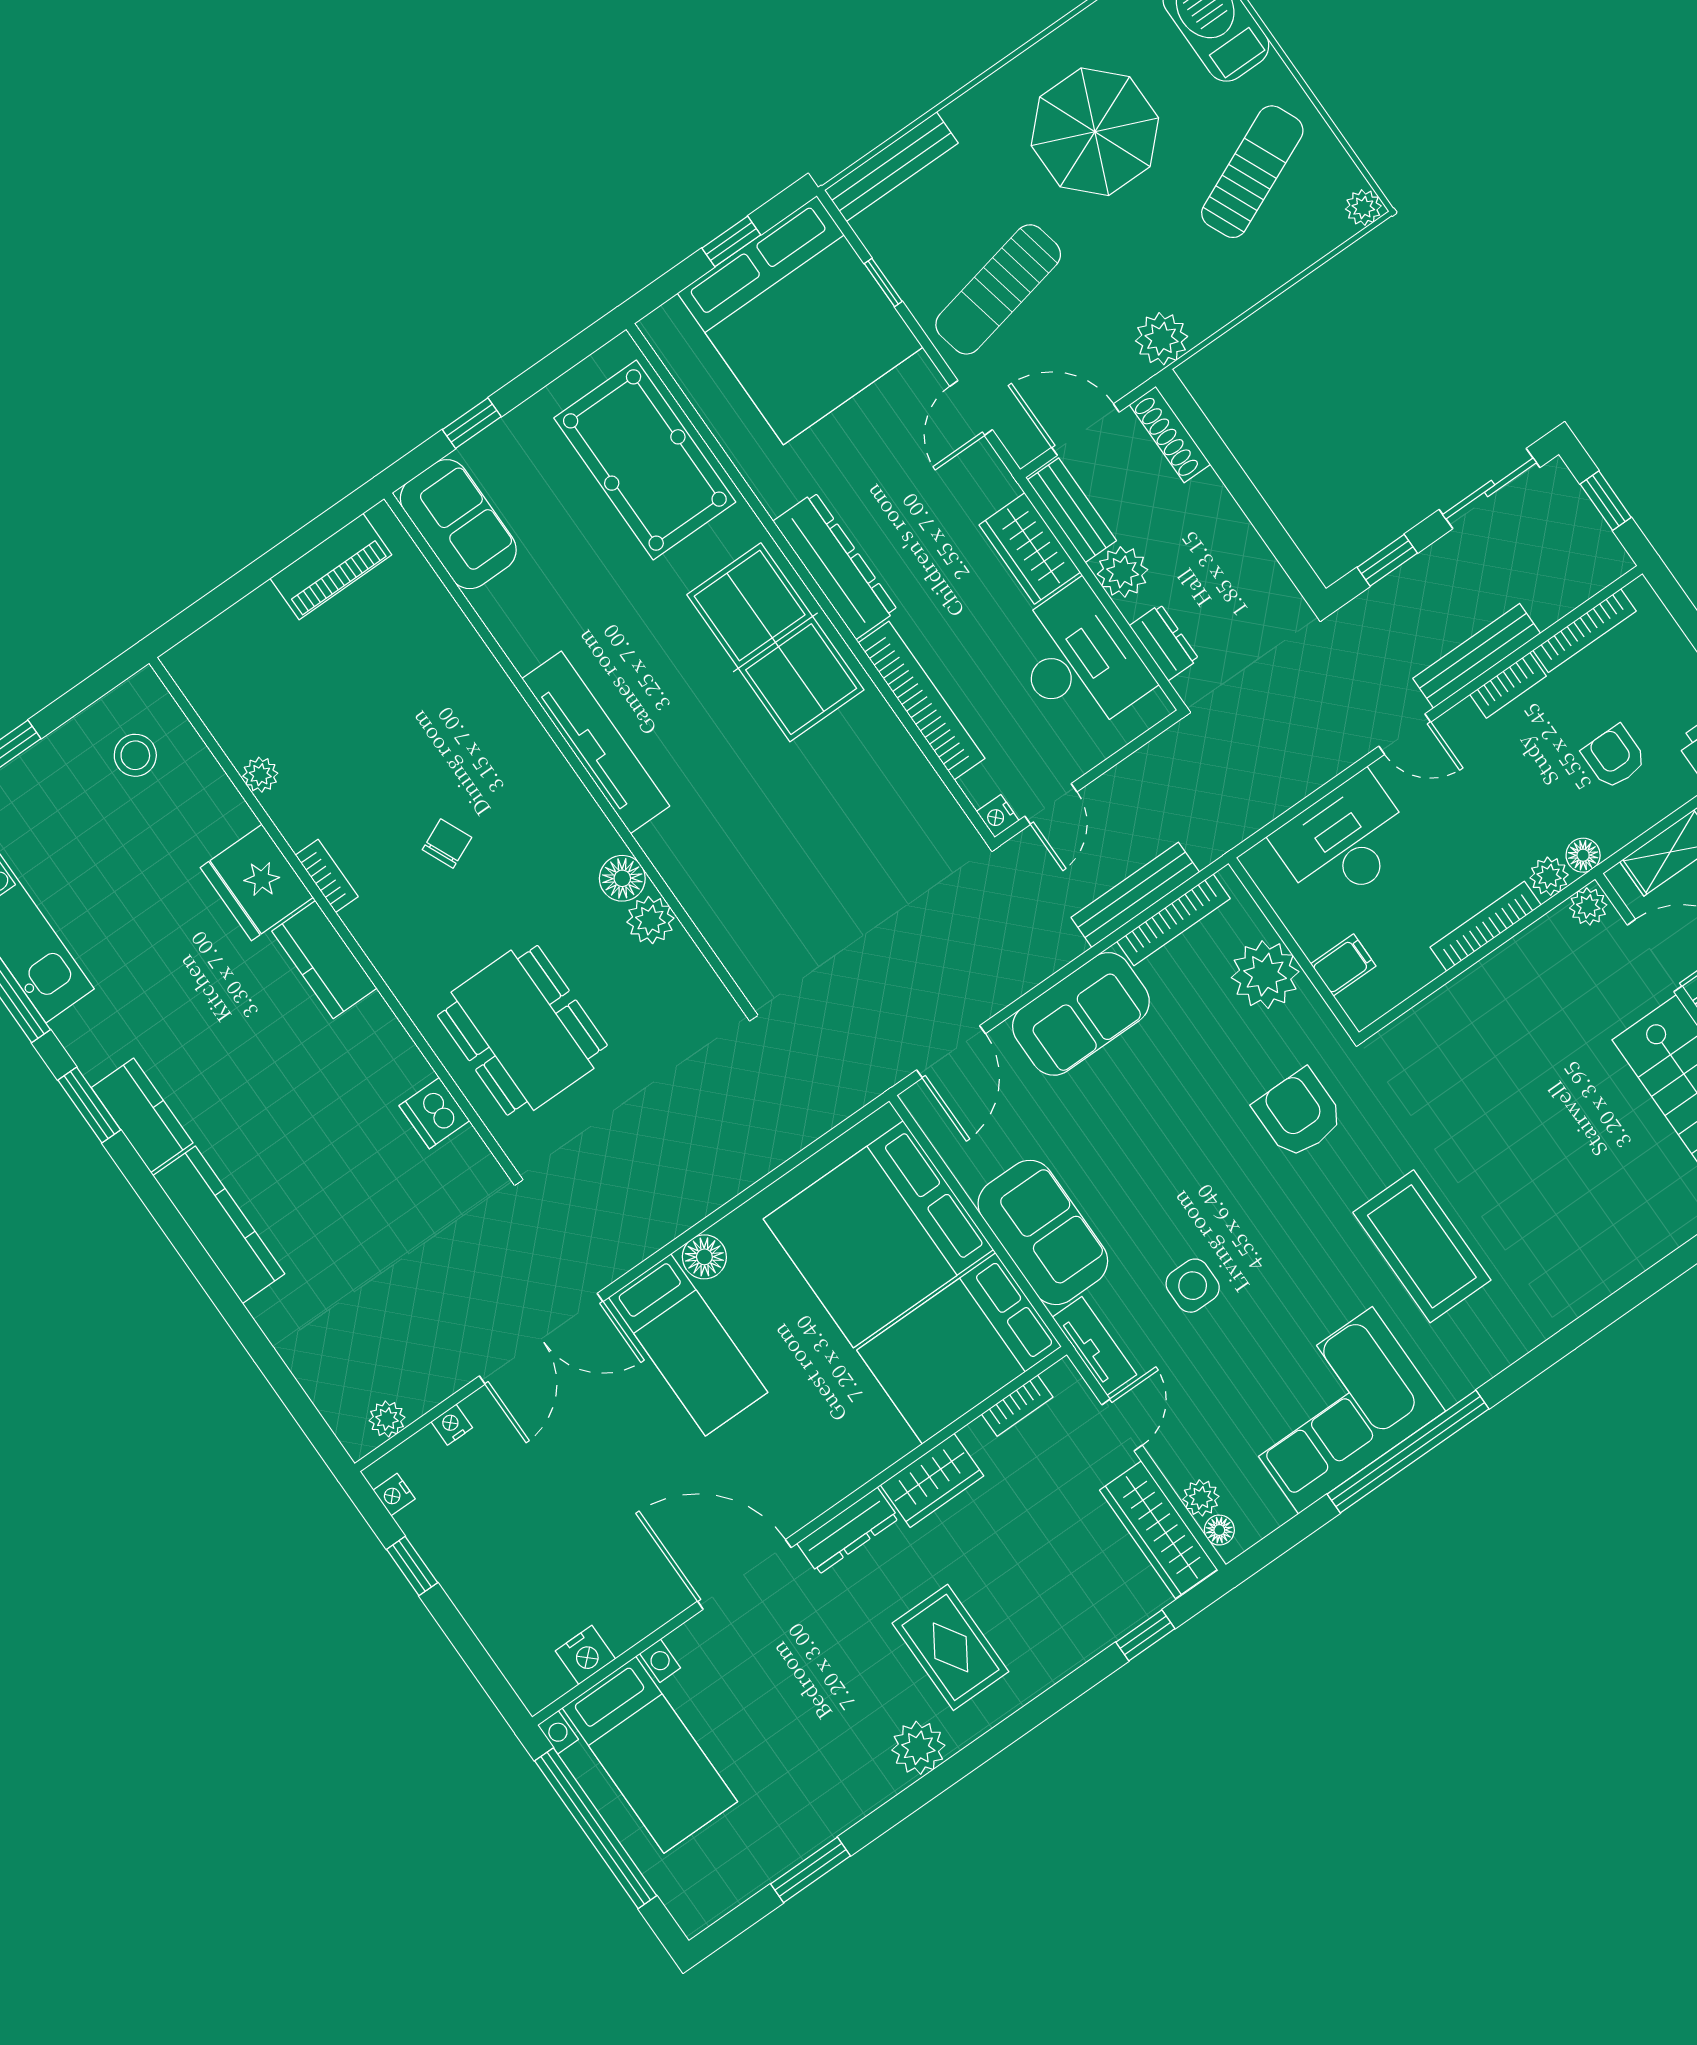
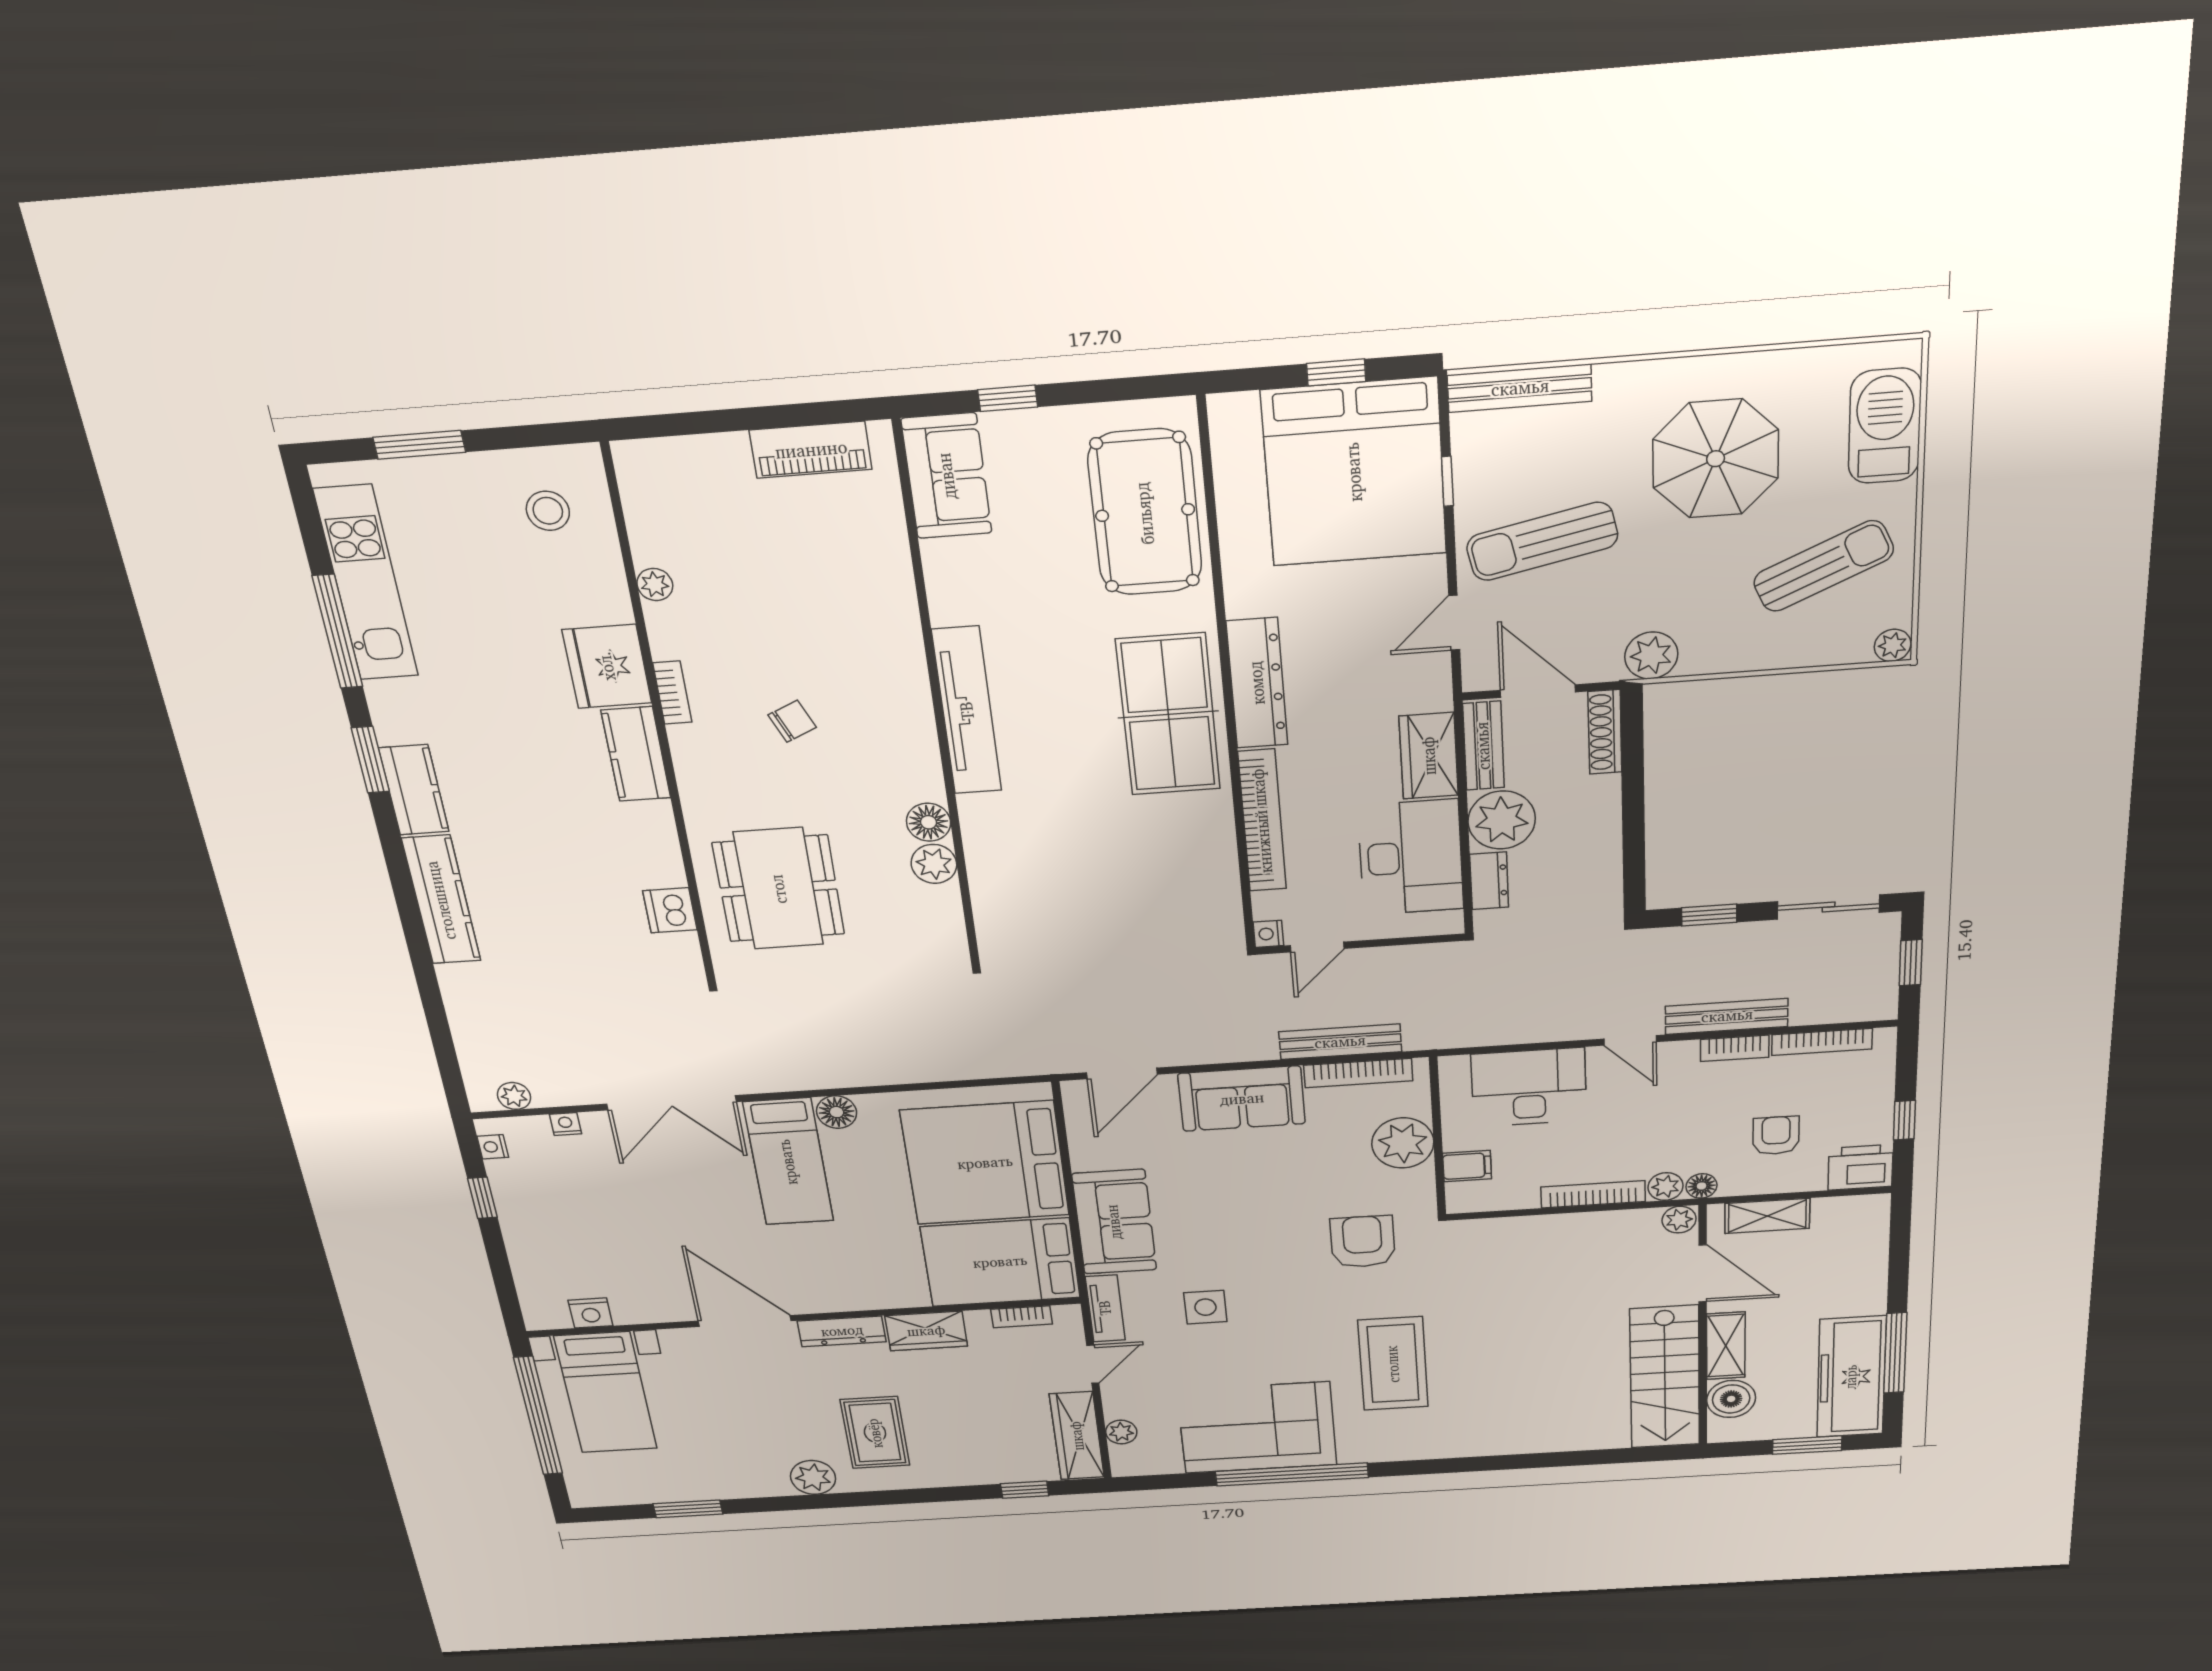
plant: (1123, 572) -> (1502, 820), width x1.36, depth x1.36
floor lamp: (1219, 1530) -> (1122, 1456), removed

